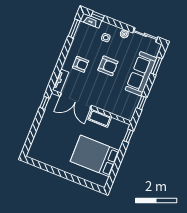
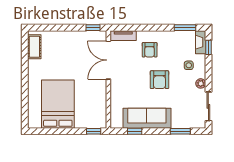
sofa: (141, 74) -> (147, 118), moved
cot: (100, 118) -> (34, 47), moved

